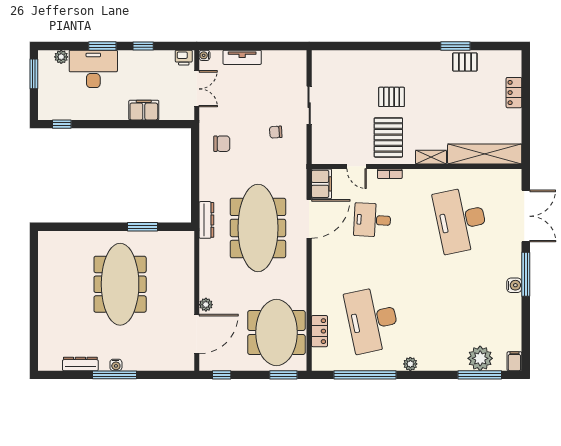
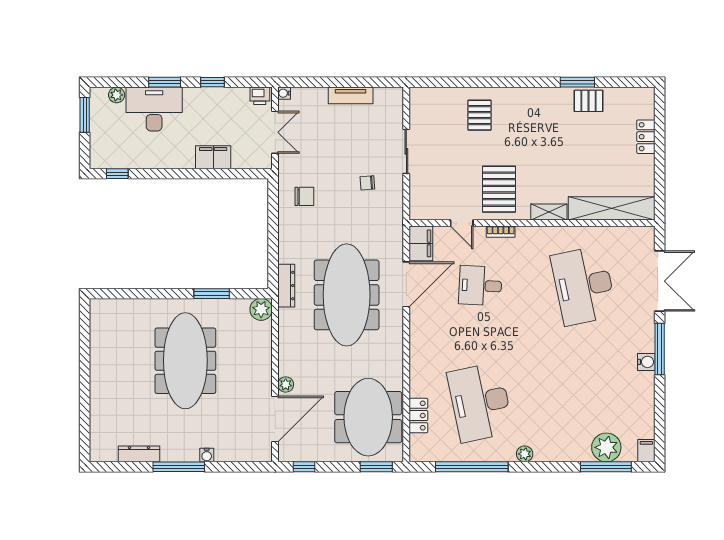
tv unit: (242, 57) -> (351, 95), moved
pallet: (392, 97) -> (479, 115), moved, turned 90
plant: (185, 240) -> (261, 309), added
water cooler: (116, 365) -> (207, 455), moved

